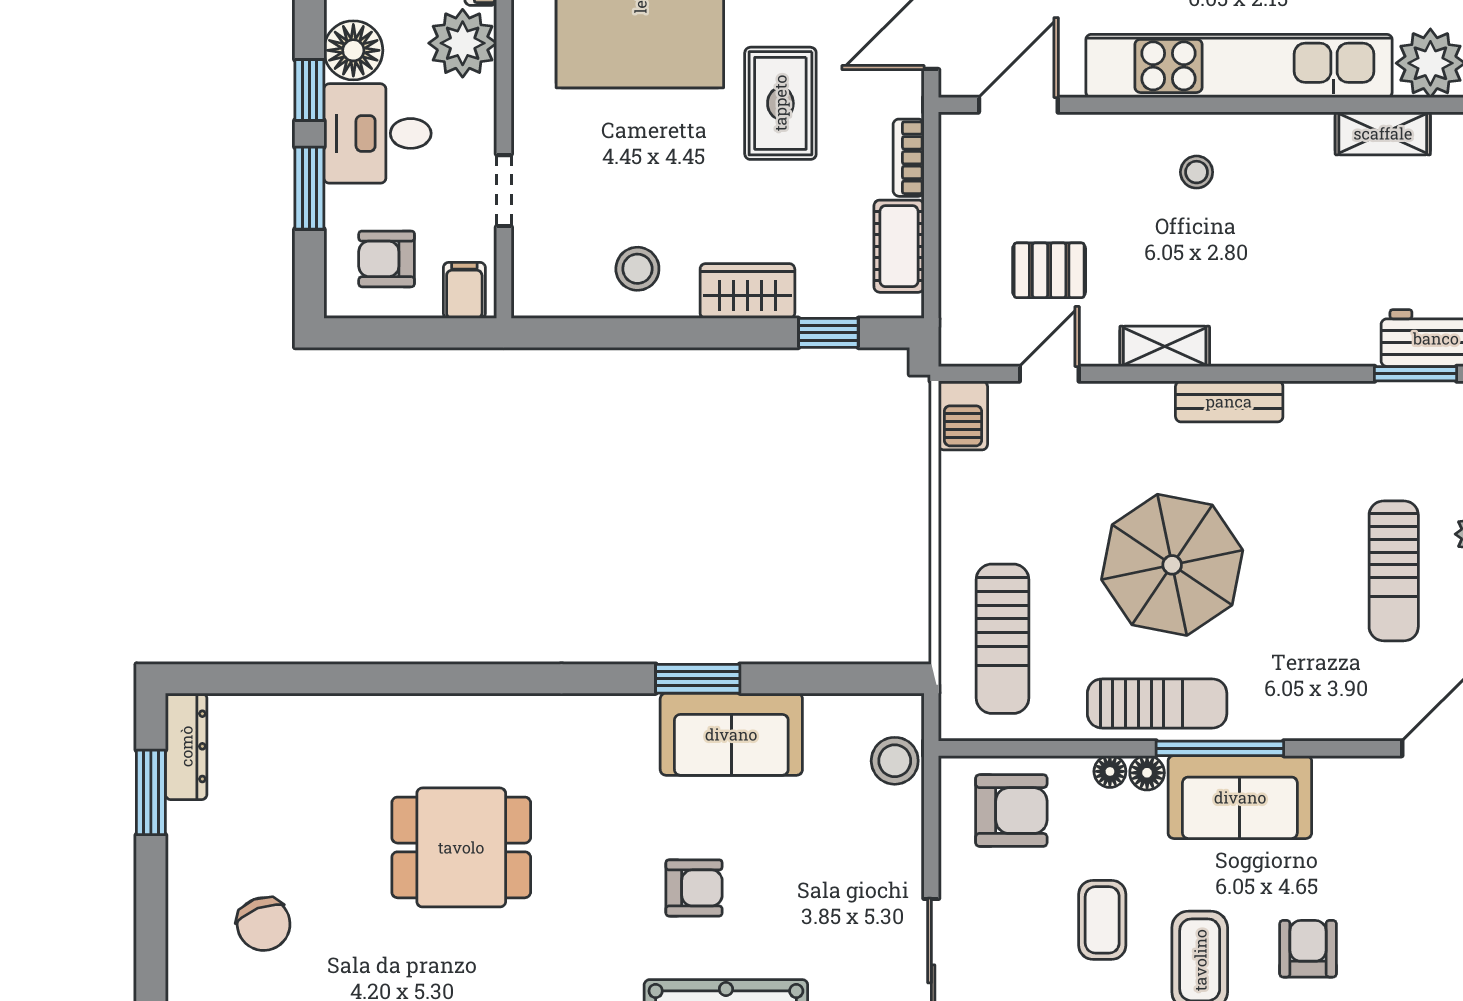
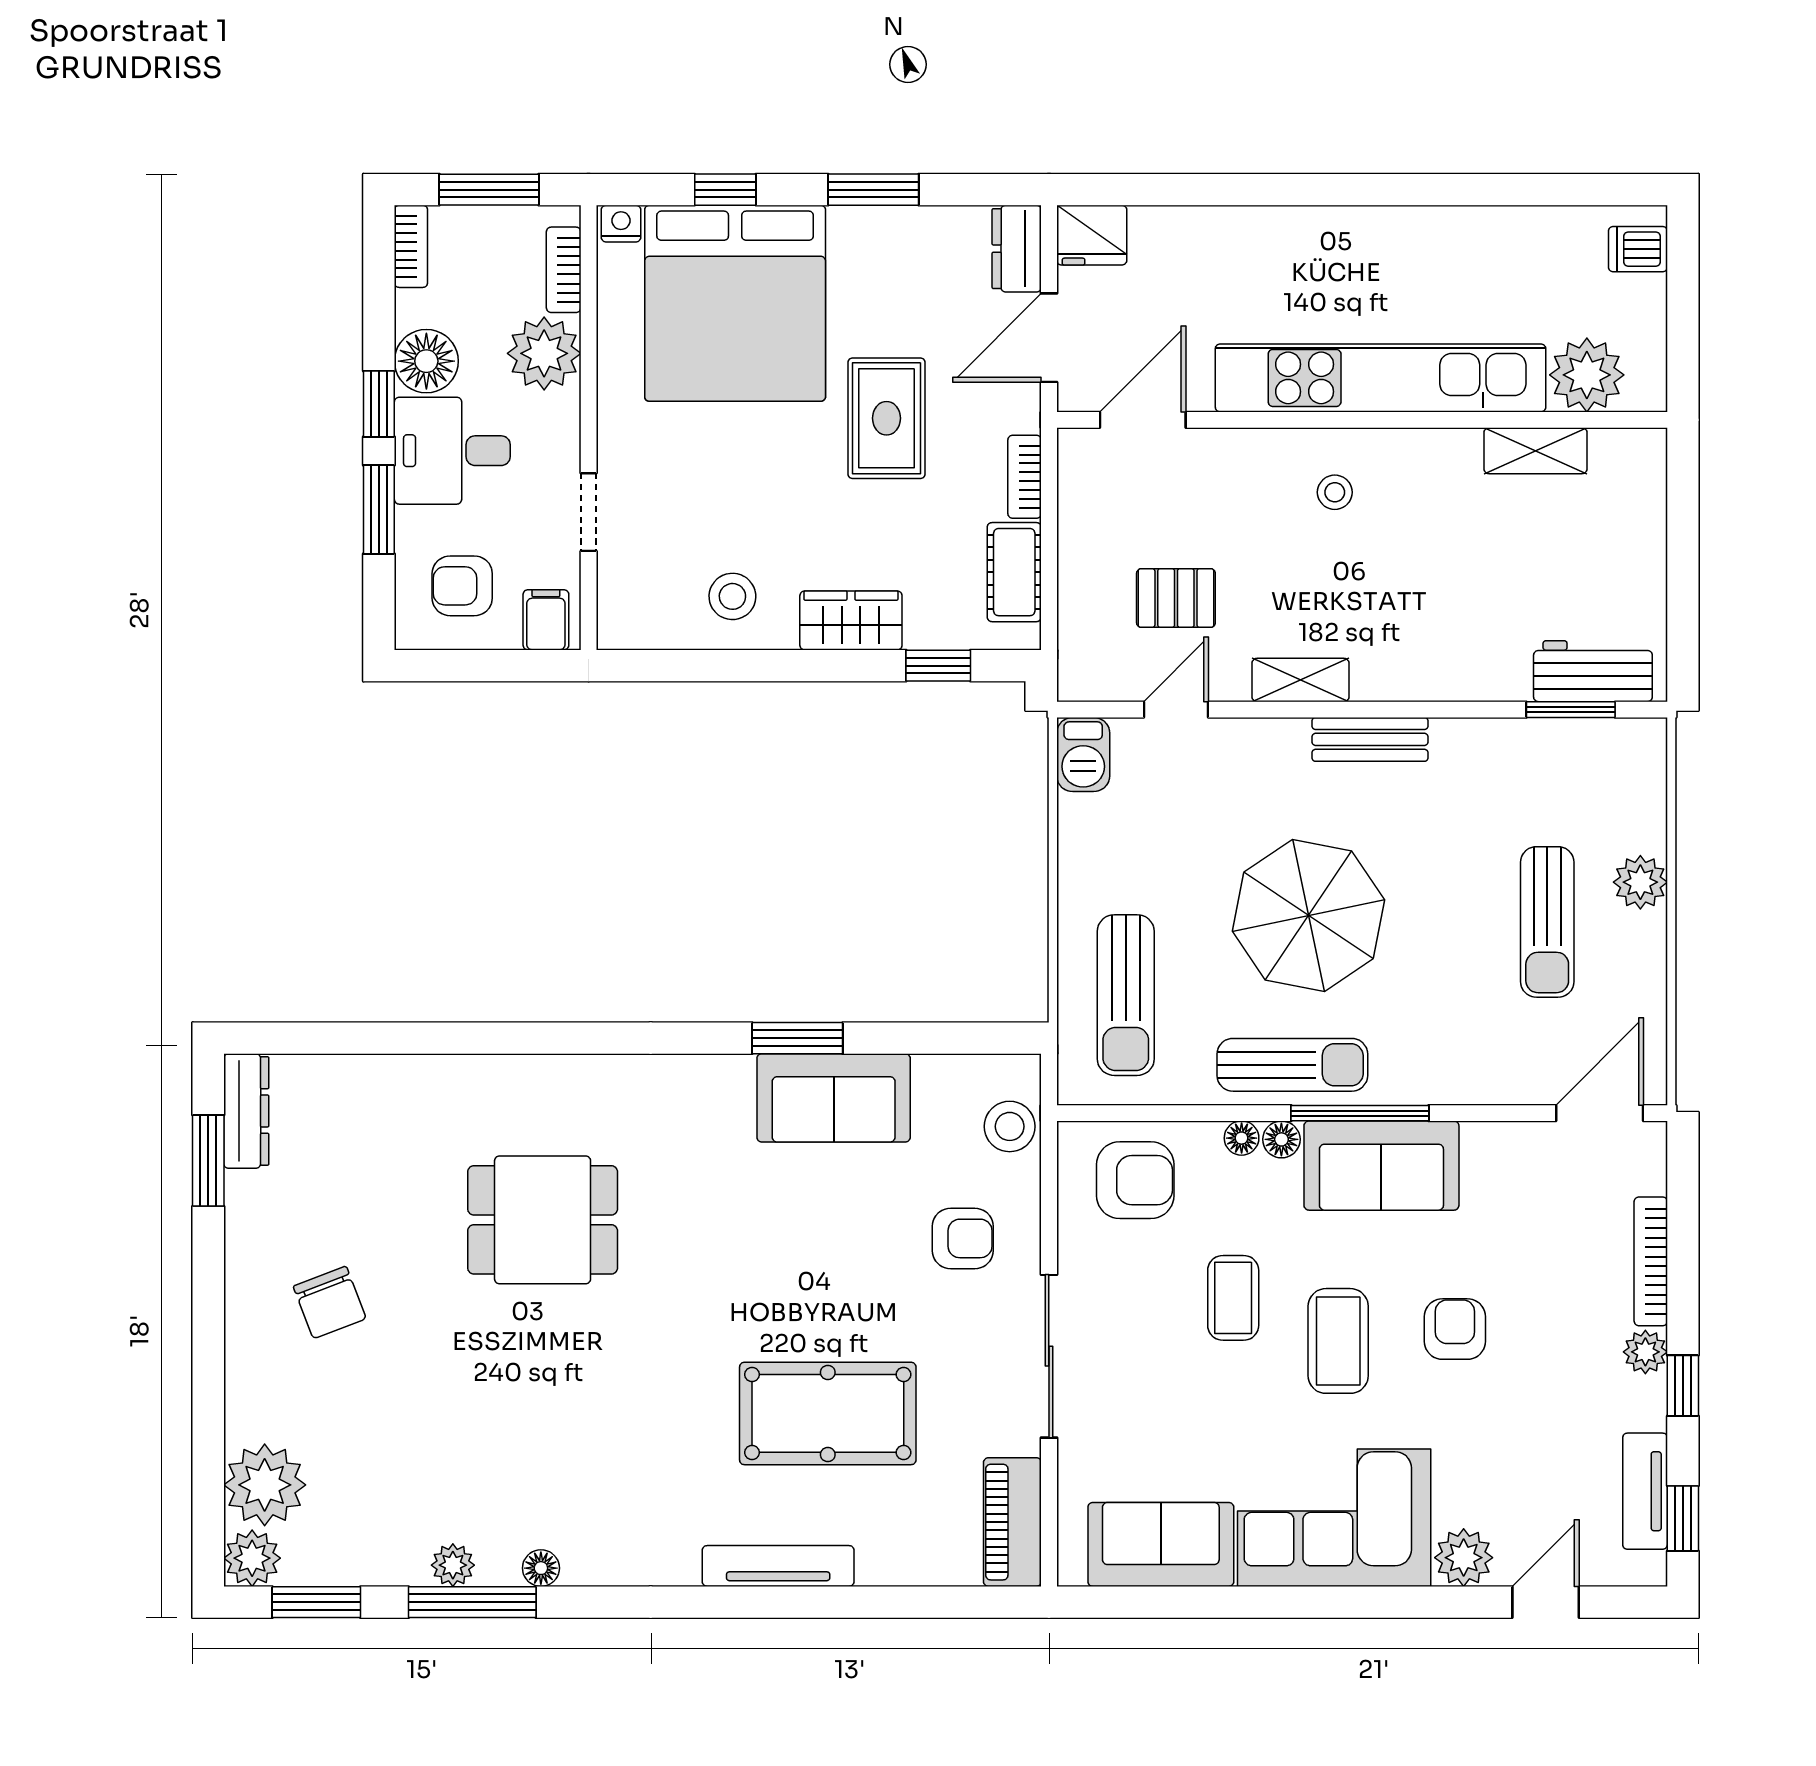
armchair: (694, 888) -> (963, 1238), moved

